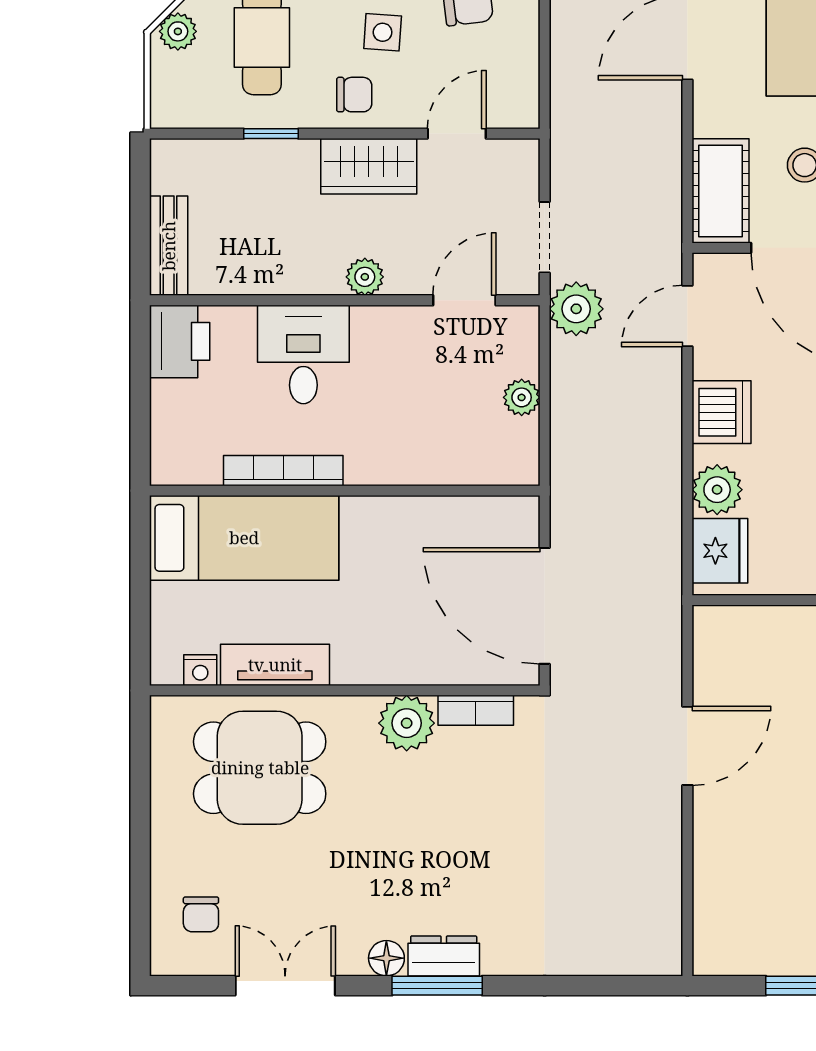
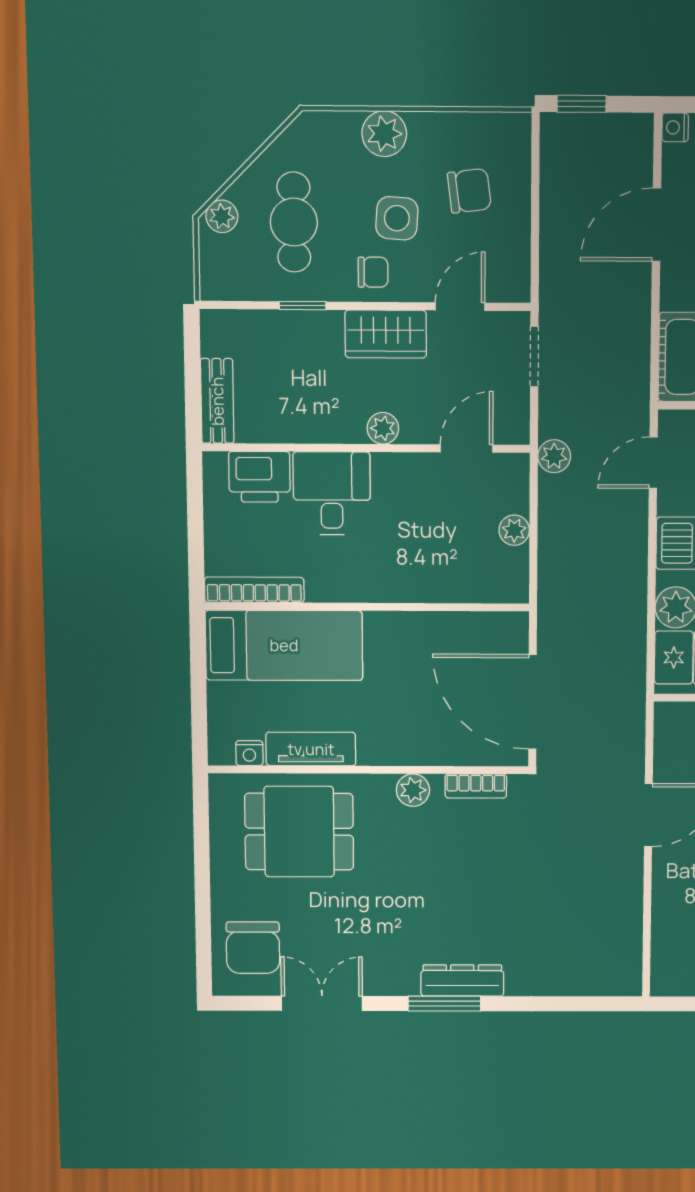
side table: (383, 32) -> (397, 218), width x1.37, depth x1.37
doorway: (545, 237) -> (534, 356), moved
plant: (576, 309) -> (554, 456), width x0.73, depth x0.73
printer: (180, 341) -> (259, 477), moved, turned 90
bookcase: (283, 471) -> (254, 590), moved
plant: (407, 723) -> (413, 790), width x0.73, depth x0.73
chair: (201, 914) -> (253, 948), width x1.87, depth x1.87
dresser: (444, 956) -> (462, 981), width x1.44
floor lamp: (386, 958) -> (403, 982), removed

